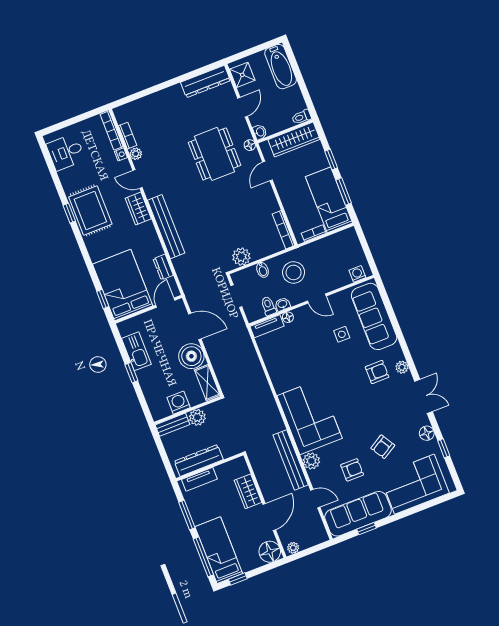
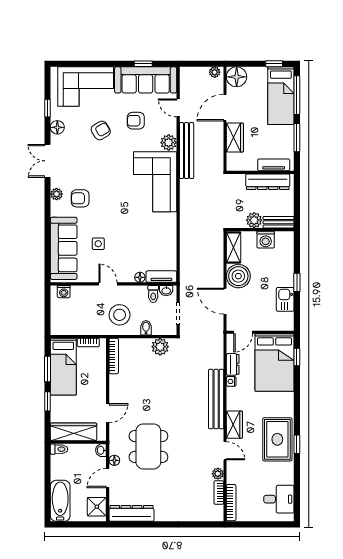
floor lamp: (250, 145) -> (114, 460), moved
nightstand: (121, 154) -> (231, 381), moved
washbasin: (282, 304) -> (166, 291), moved
kitchen sink: (136, 351) -> (285, 299), width x0.73

